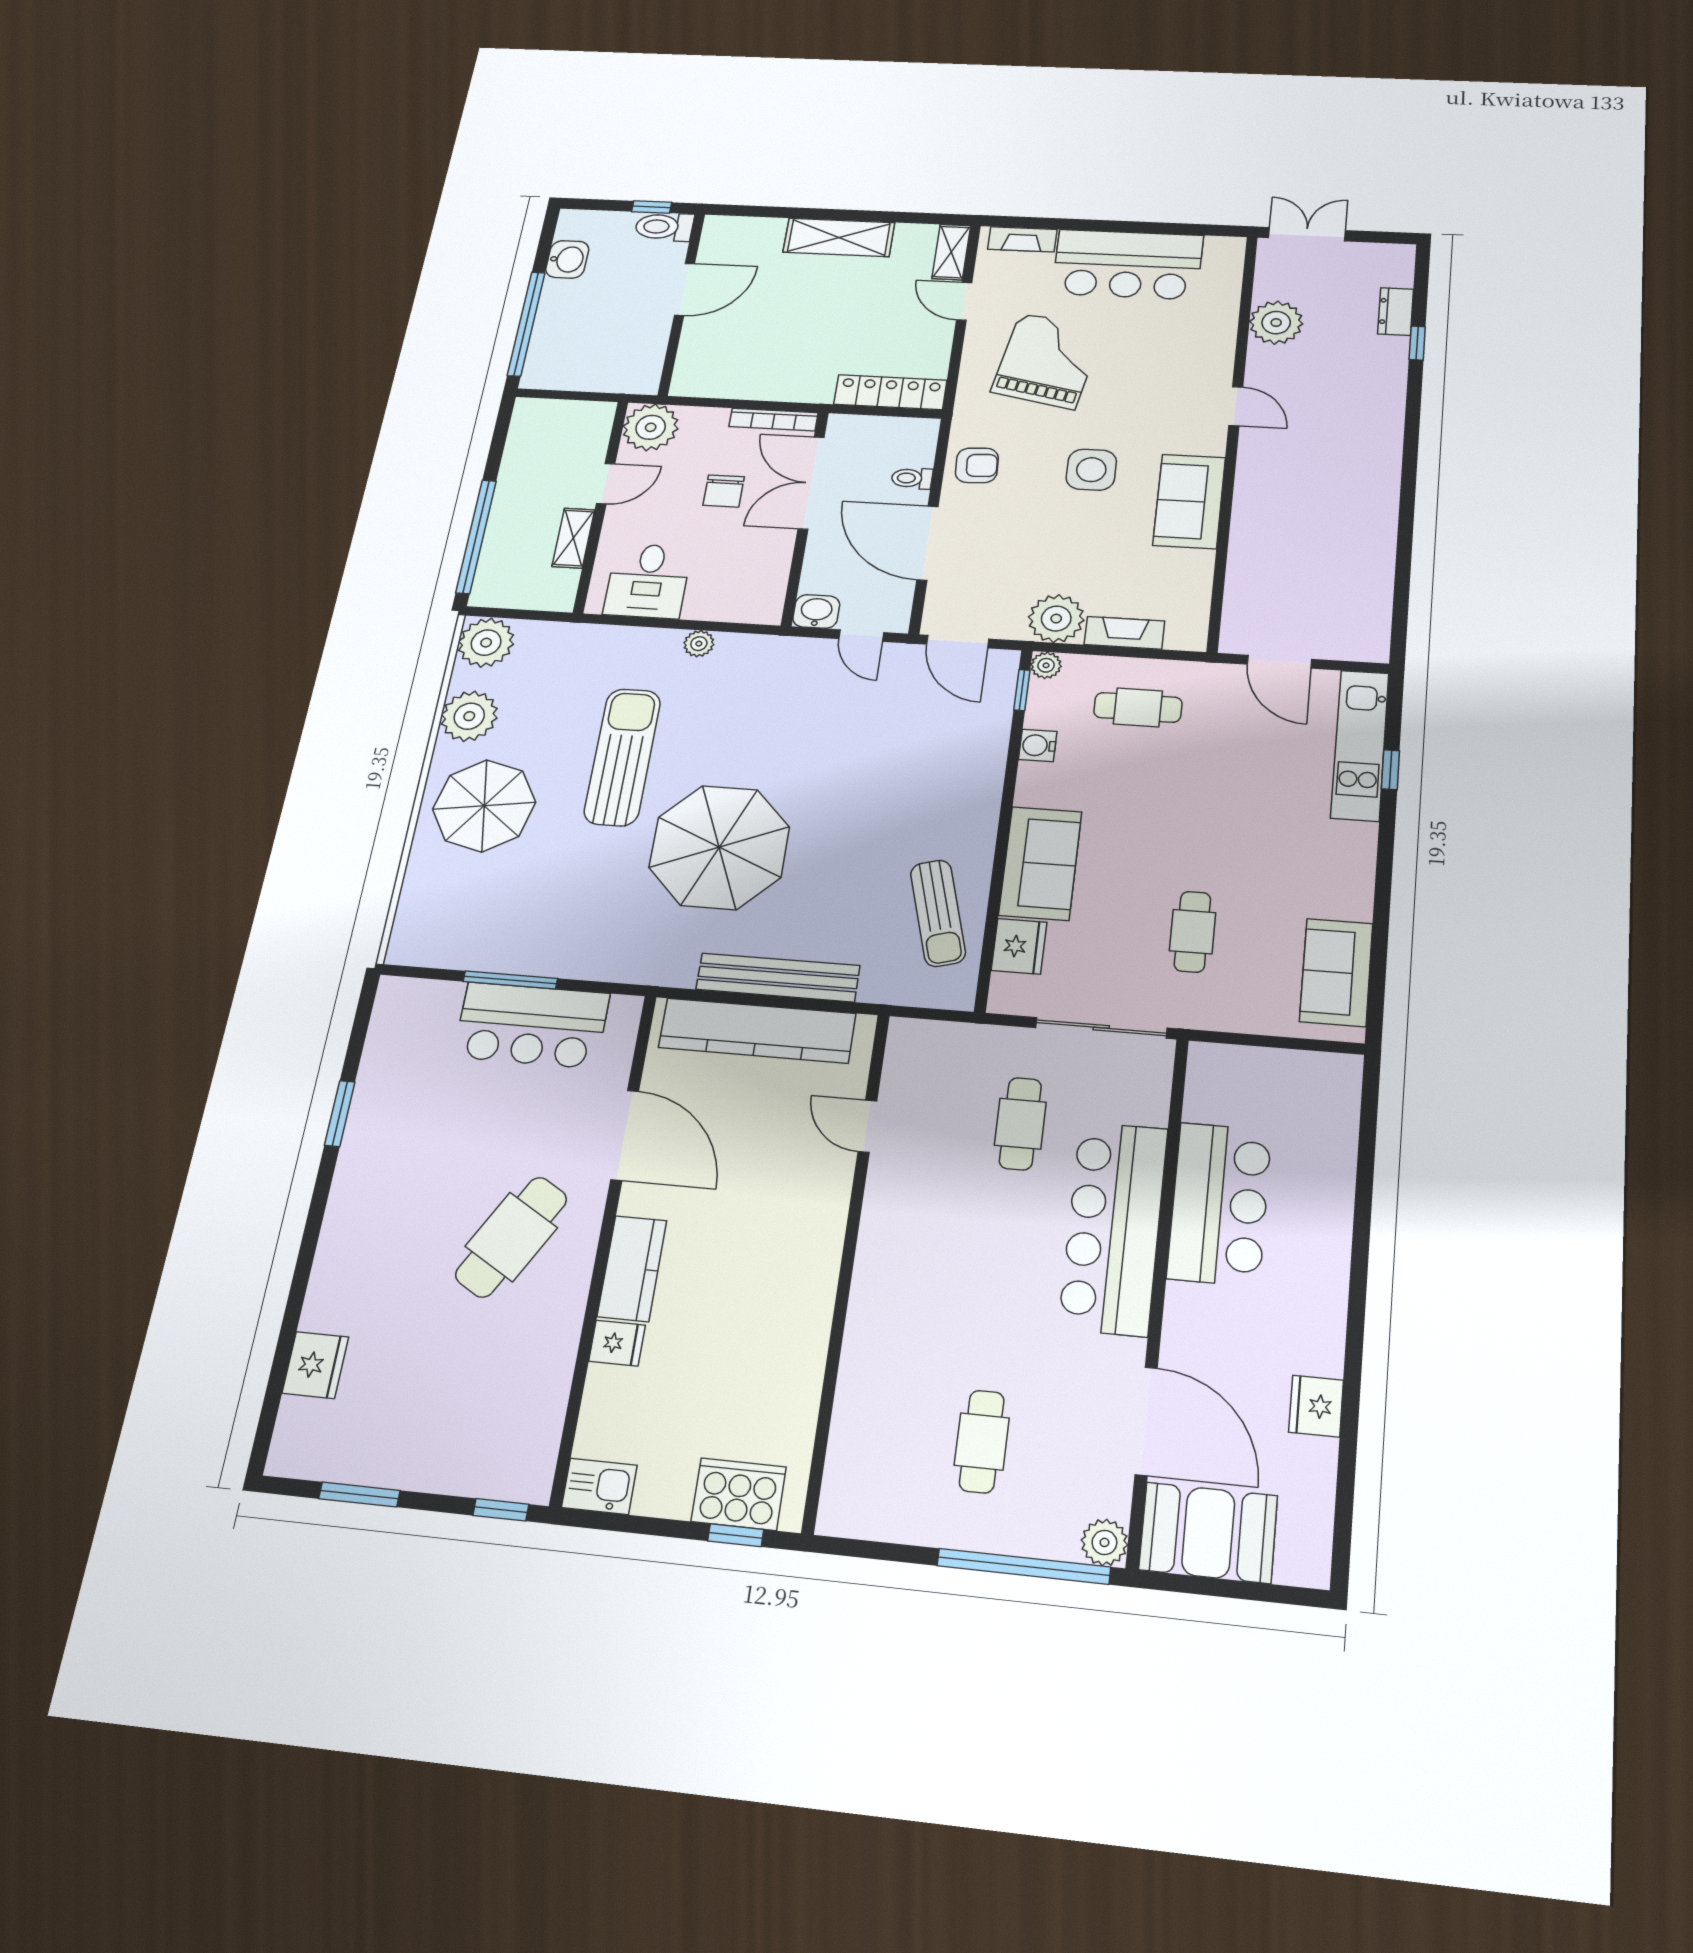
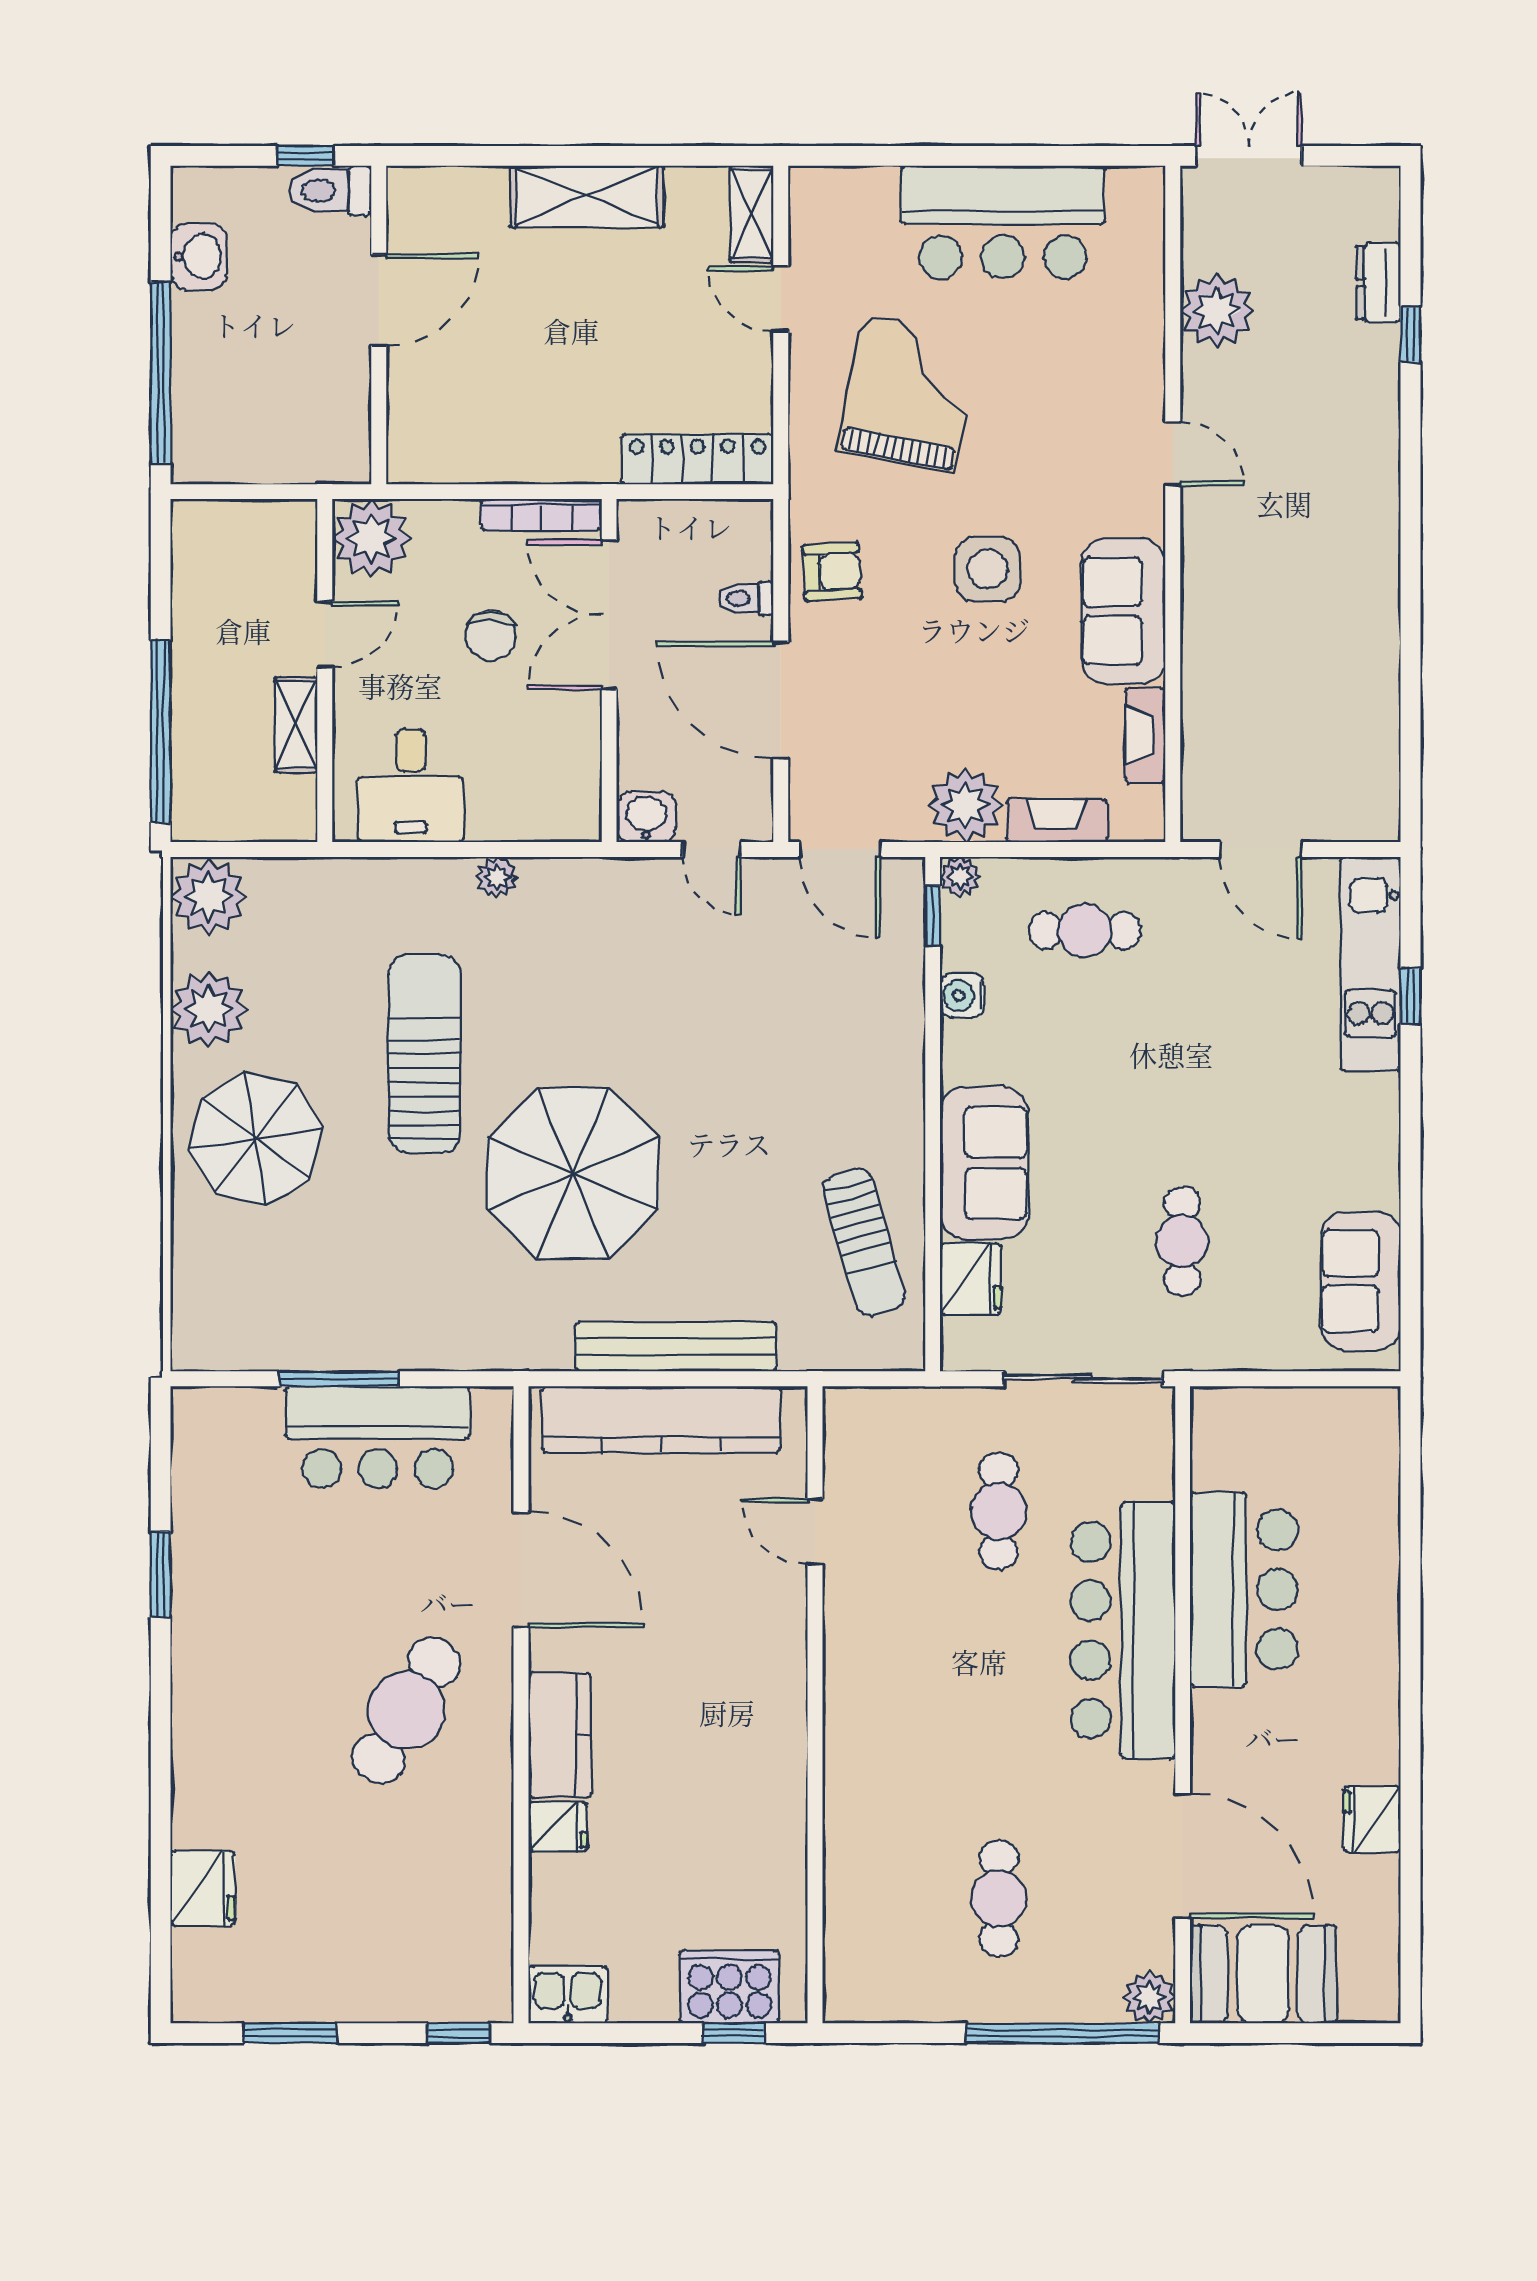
fireplace: (1022, 239) -> (1145, 735), moved, turned 90

